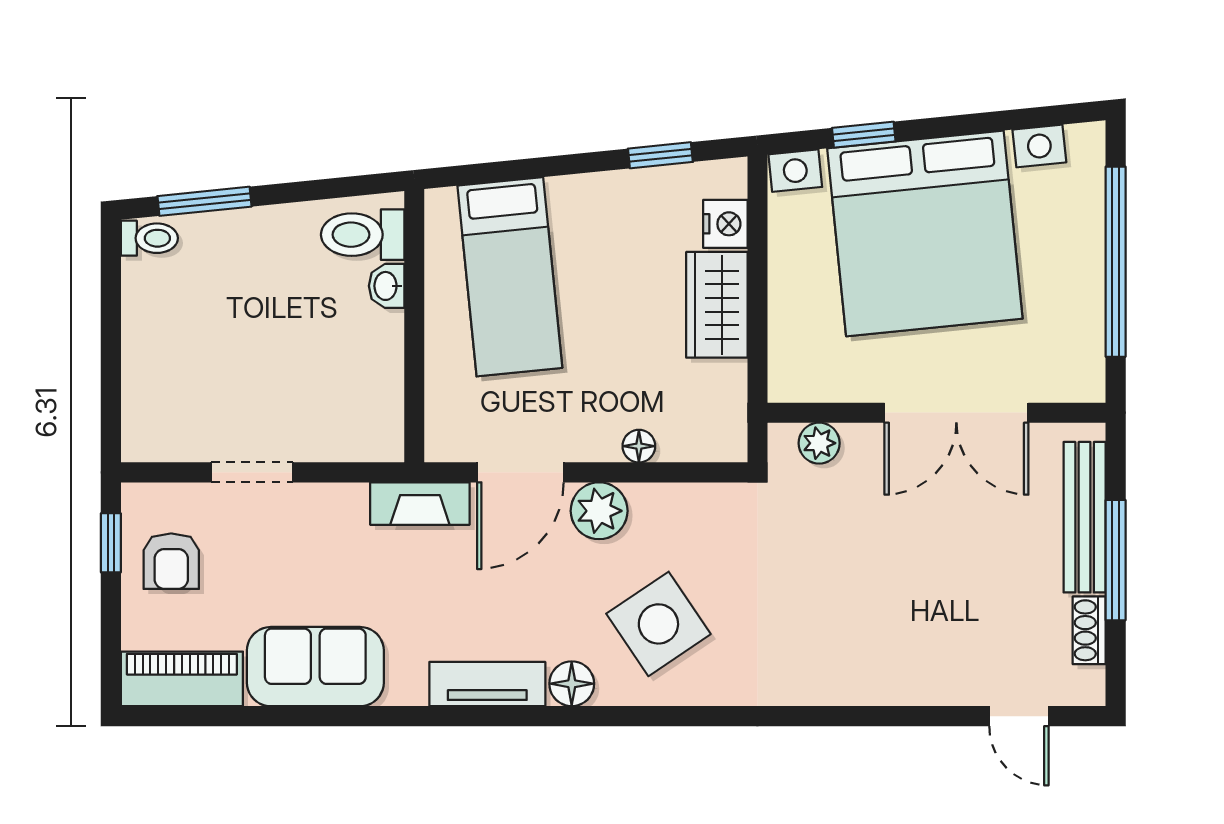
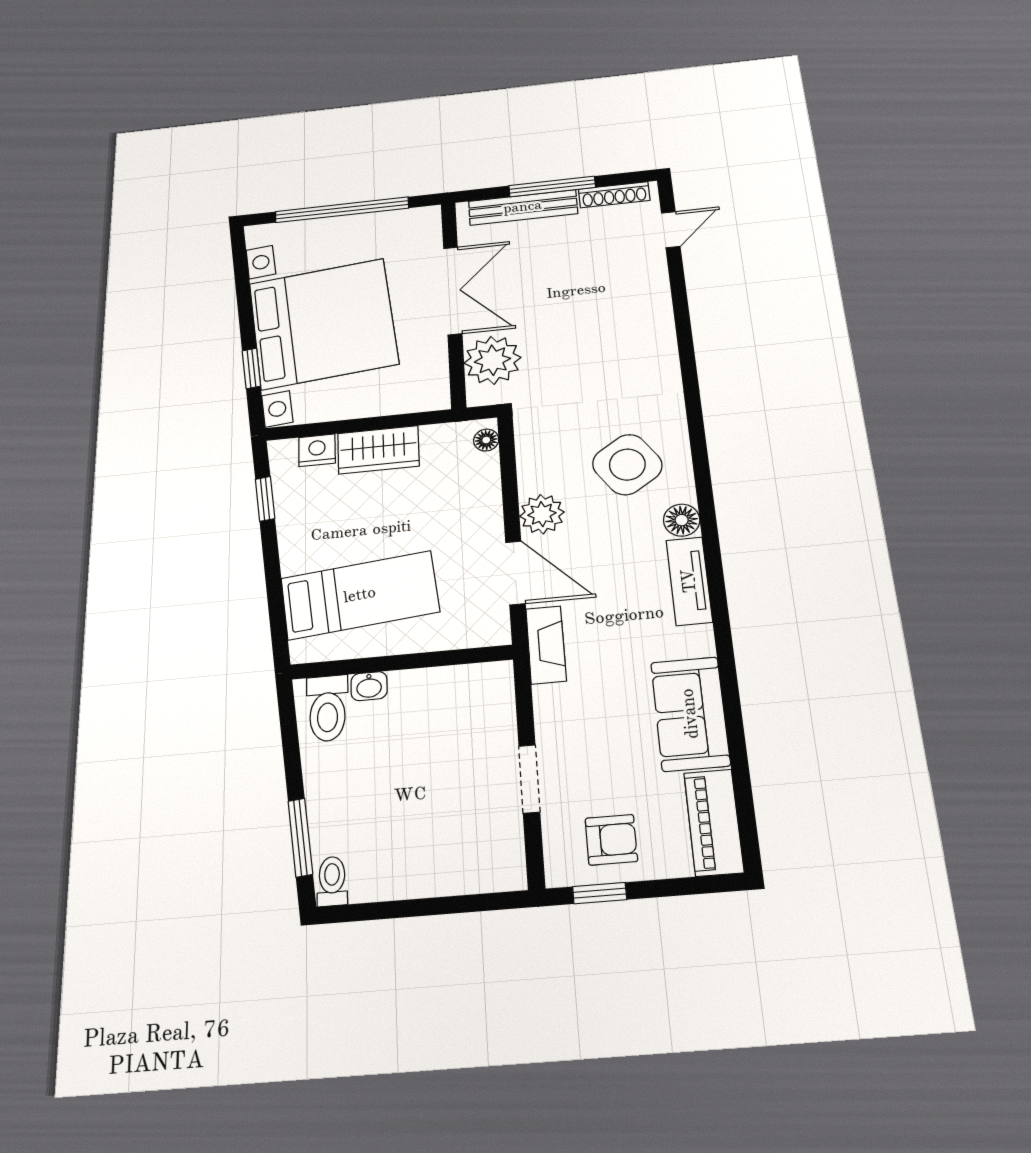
plant: (819, 443) -> (492, 360), width x1.87, depth x1.87
floor lamp: (639, 446) -> (486, 440), moved
shoe rack: (1089, 630) -> (614, 195), width x1.43

